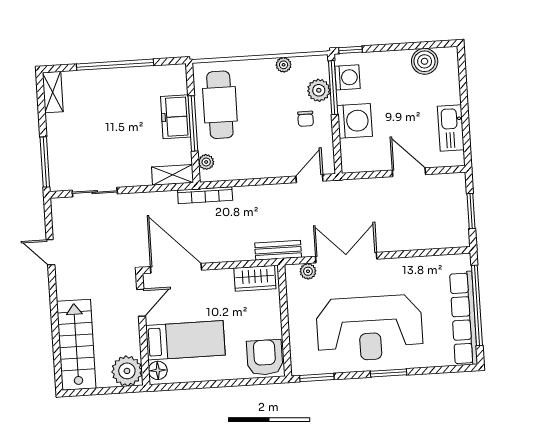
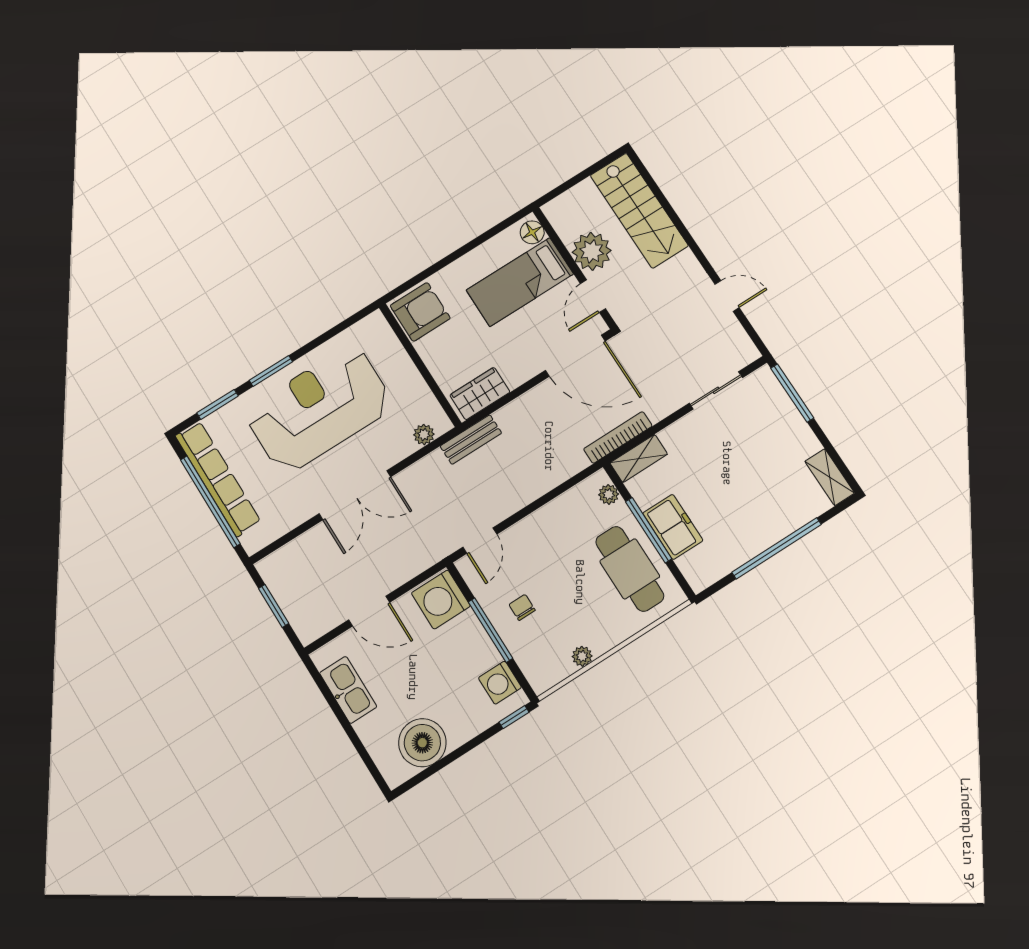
boiler: (425, 61) -> (422, 743), width x1.37, depth x1.37
window: (333, 88) -> (490, 630), moved
plant: (319, 90) -> (525, 649), removed
washing machine: (355, 121) -> (441, 599), moved
bookcase: (205, 195) -> (618, 437), moved
double door: (346, 258) -> (355, 495), moved
armchair: (265, 357) -> (420, 312), turned -90
plant: (127, 371) -> (592, 251), moved
window: (317, 377) -> (218, 404), moved

